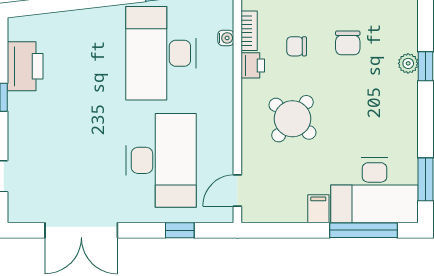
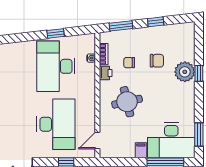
chair: (348, 43) -> (157, 61), turned -90
plant: (408, 63) -> (185, 72), width x1.87, depth x1.87
round table: (292, 119) -> (127, 102), turned 37

